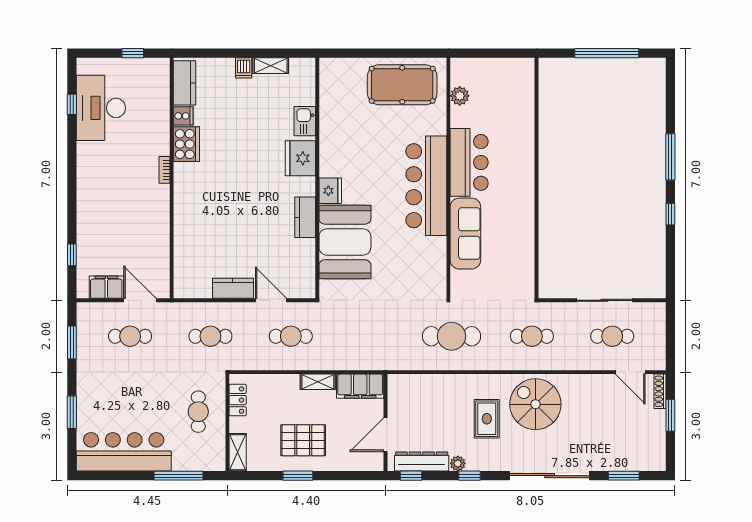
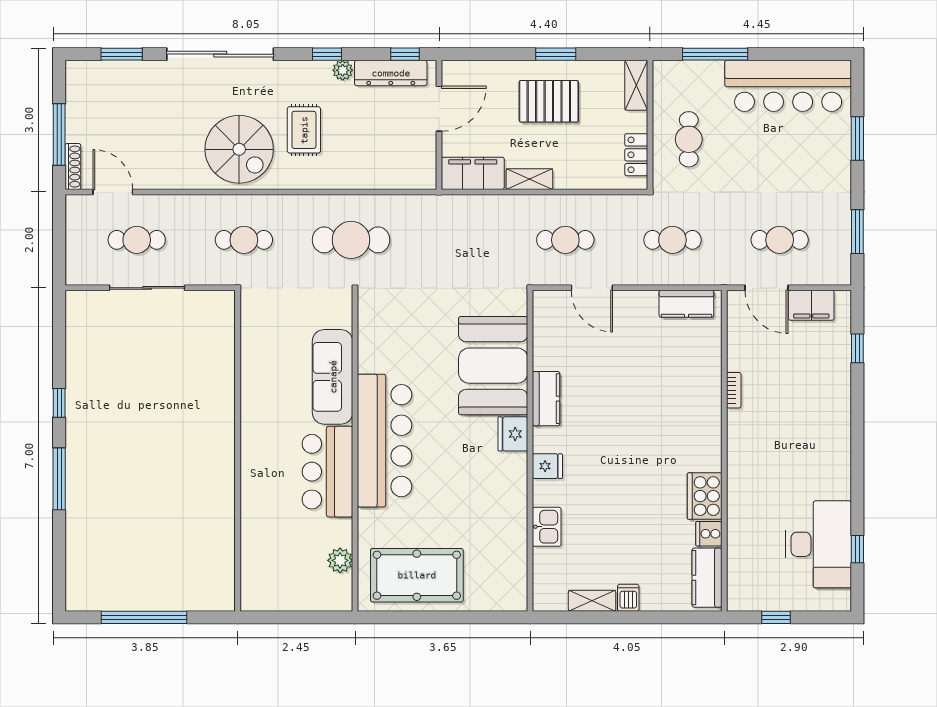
fridge: (300, 158) -> (547, 466), width x0.53, depth x0.75
bookcase: (164, 170) -> (734, 390), moved
kitchen counter: (233, 288) -> (686, 304), moved
window: (670, 415) -> (59, 134), width x1.44

